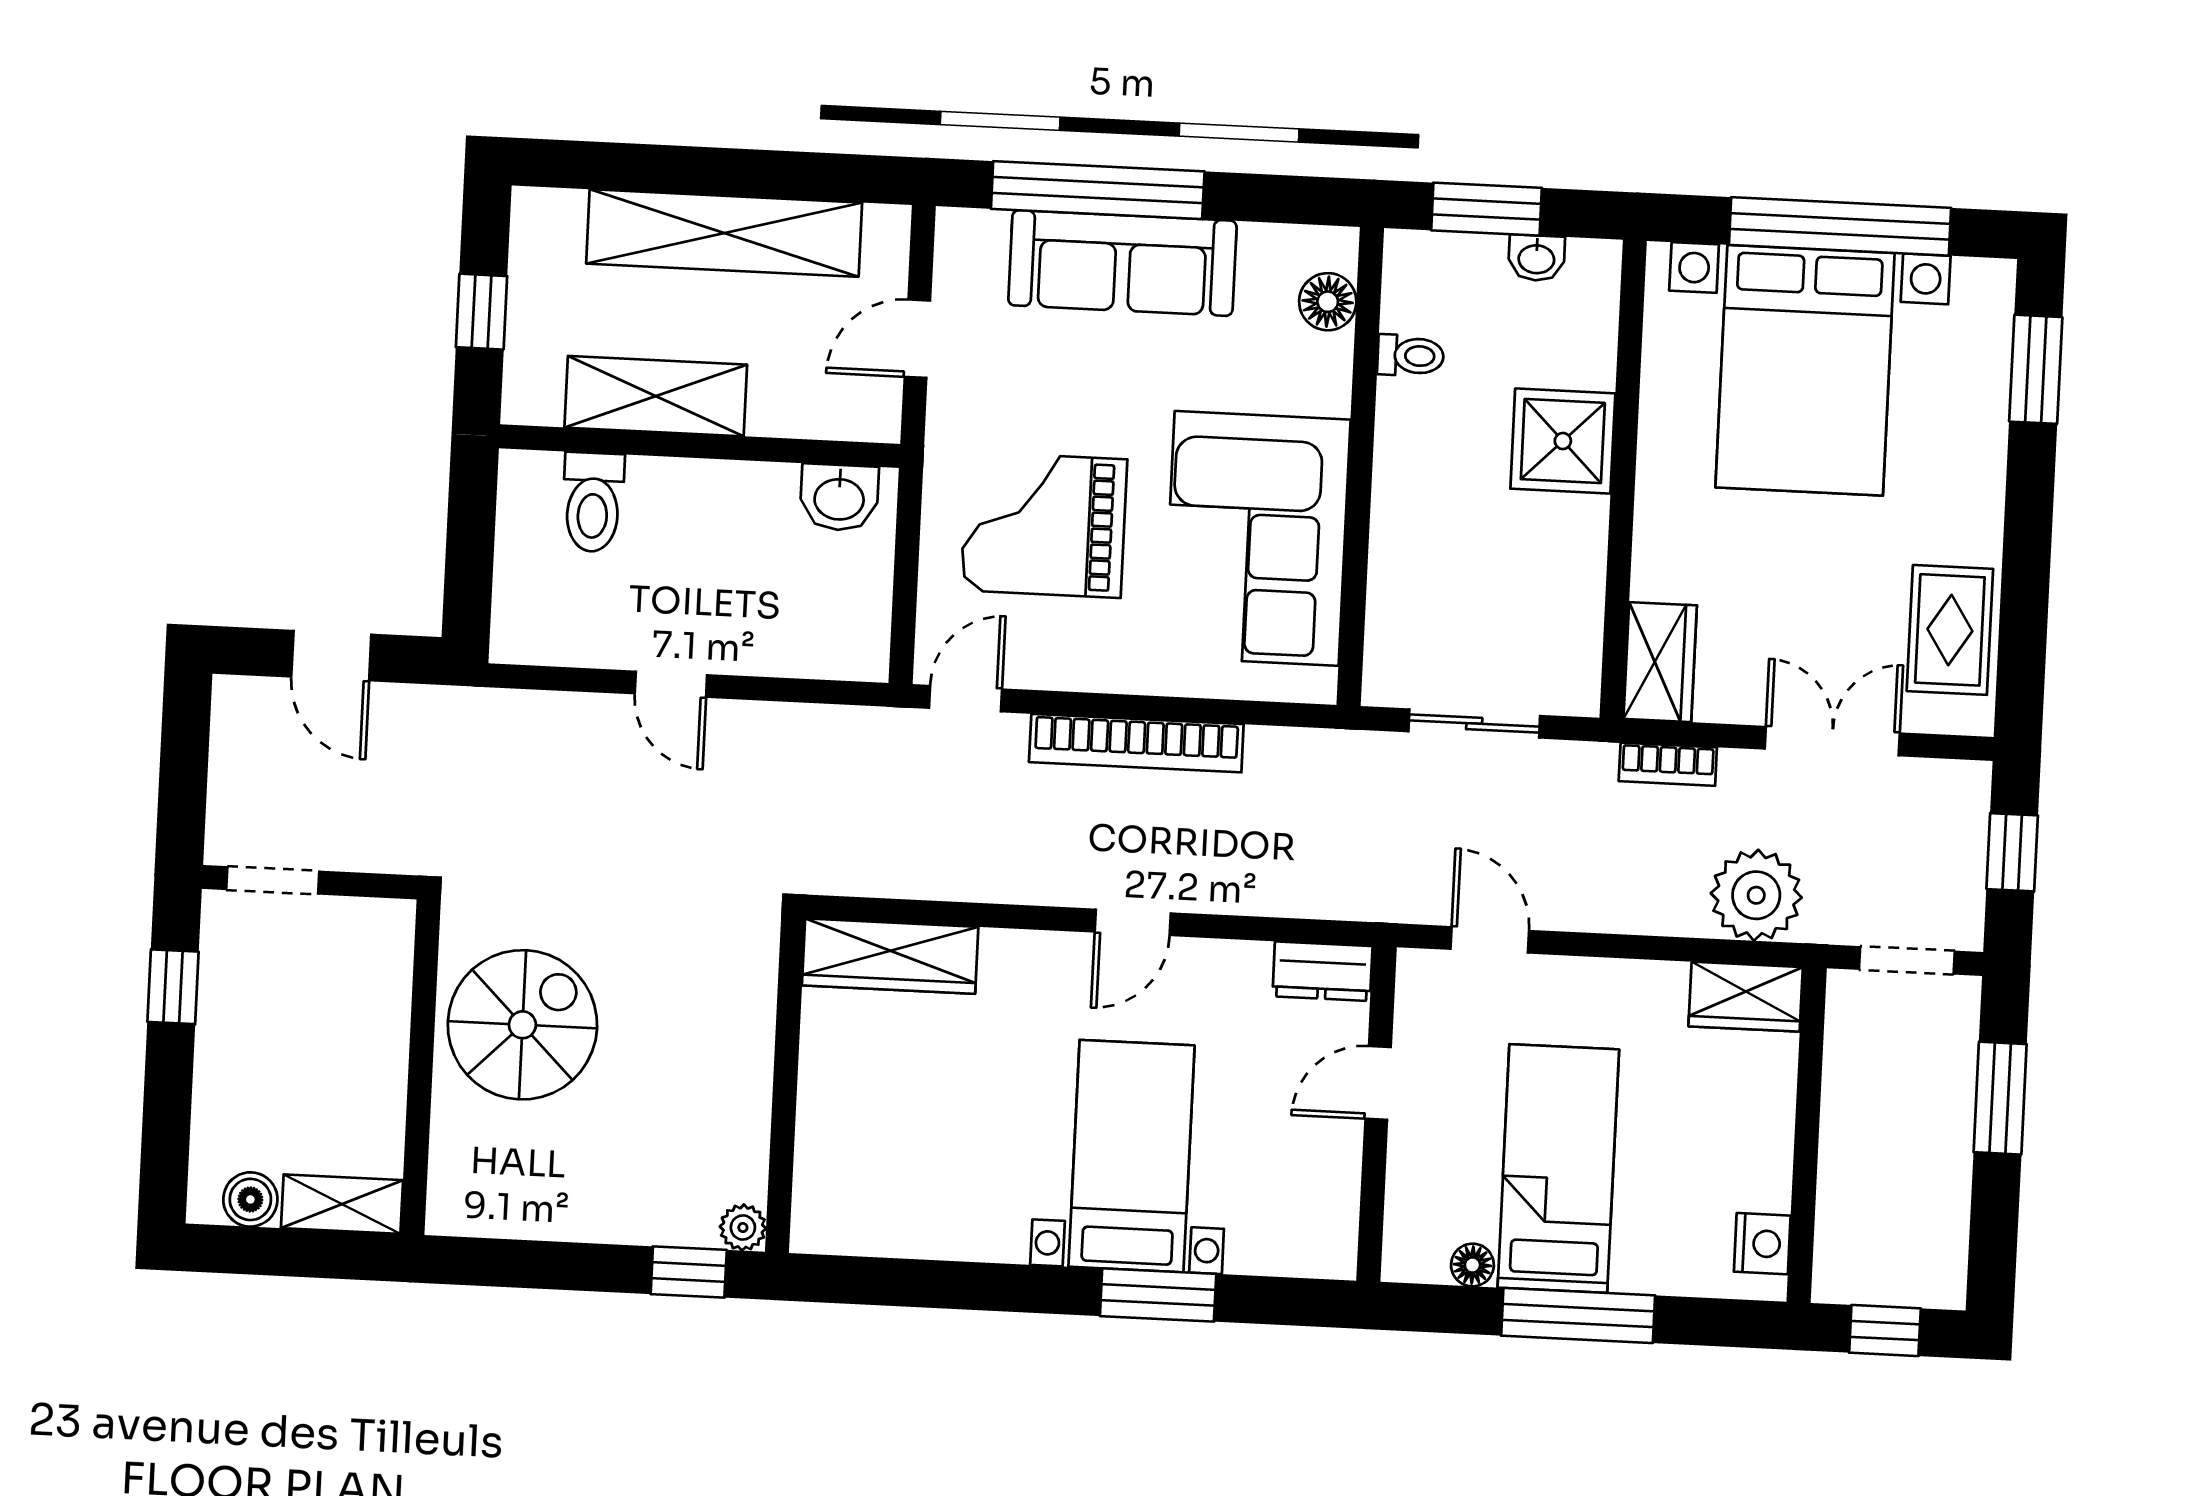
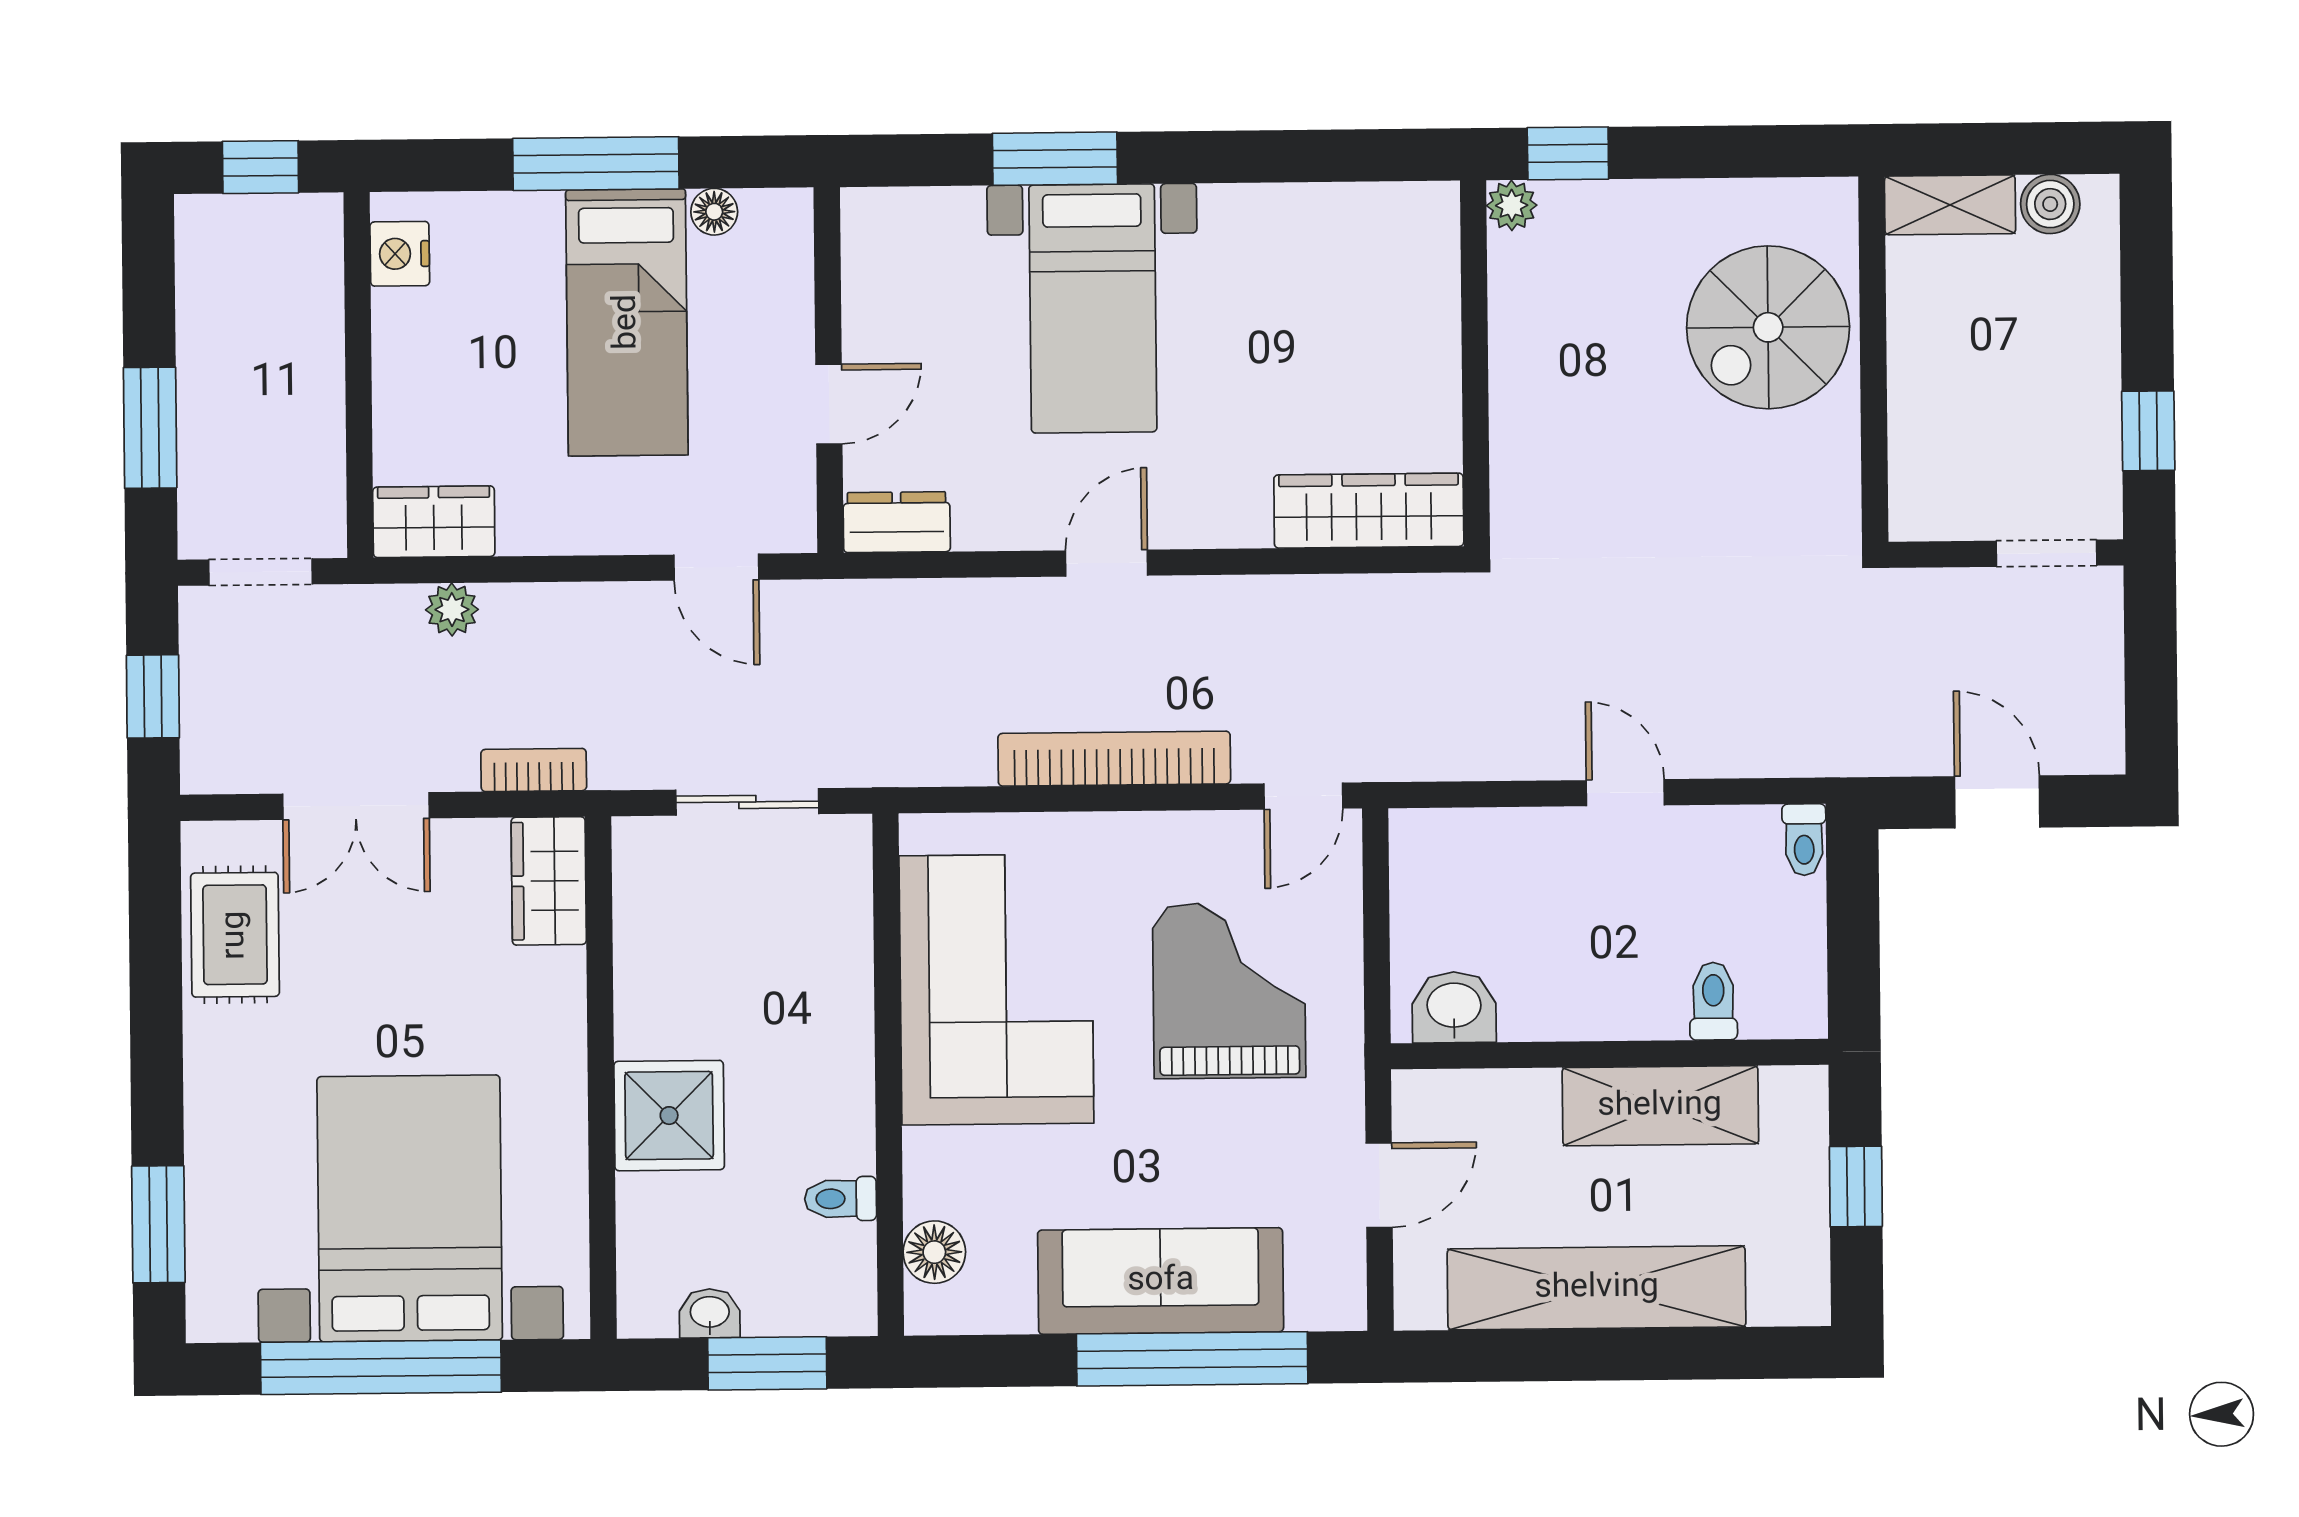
toilet: (593, 502) -> (1713, 1001), width x0.73, depth x0.72
grand piano: (1044, 525) -> (1229, 991), turned -90
toilet: (510, 632) -> (1804, 840), added
plant: (1756, 895) -> (452, 610), width x0.53, depth x0.53
spiral stairs: (522, 1025) -> (1768, 327), moved

